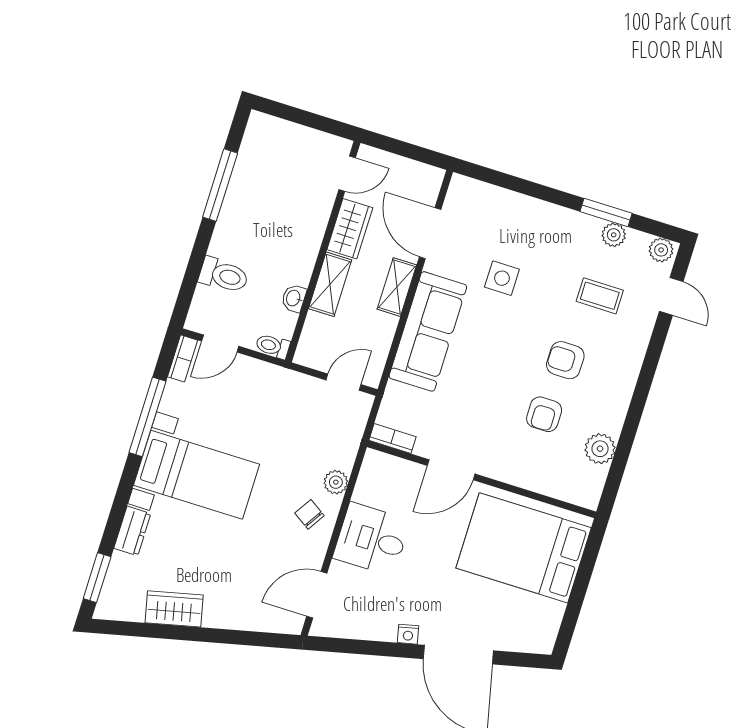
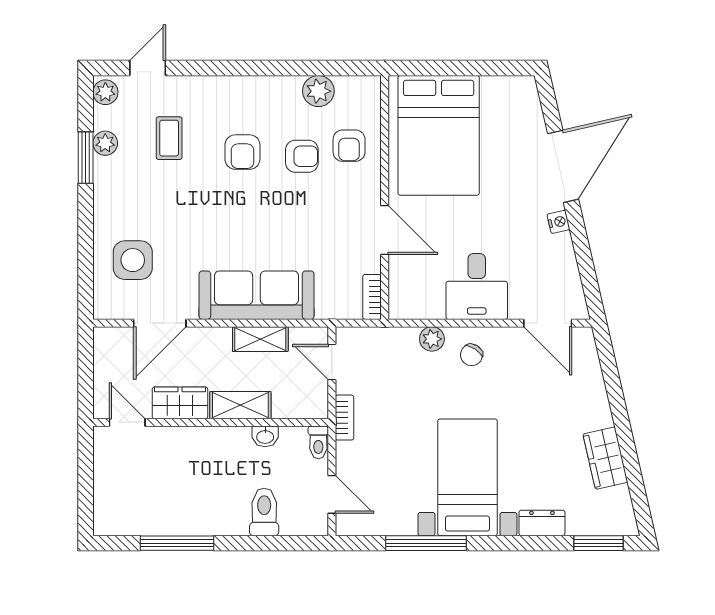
side table: (502, 278) -> (133, 260), moved, width x1.37, depth x1.37
shelving: (397, 287) -> (260, 339), moved
bookcase: (182, 358) -> (344, 418), moved, turned 90
armchair: (540, 461) -> (349, 146), added

